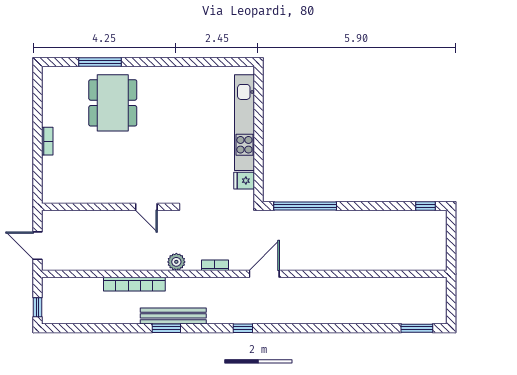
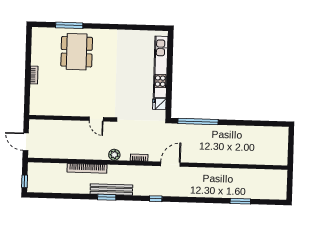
window: (426, 206) -> (275, 124), removed
window: (417, 328) -> (240, 201), moved

